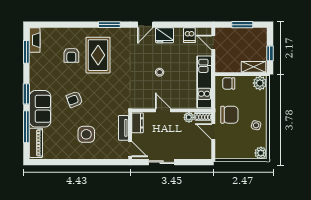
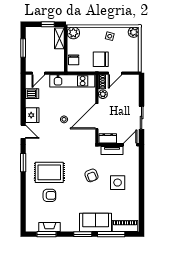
fireplace: (35, 40) -> (49, 227), moved
armchair: (74, 99) -> (91, 175), moved
door: (163, 110) -> (97, 116), width x1.88
chair: (229, 115) -> (101, 59), turned -90

